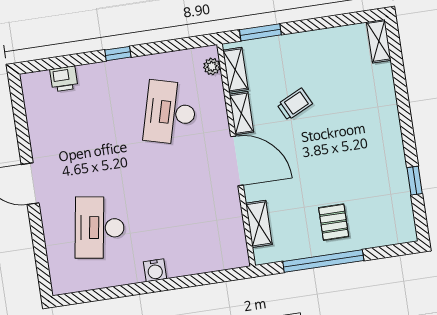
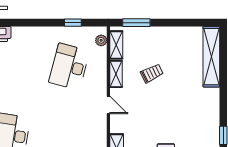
shelving: (379, 41) -> (211, 57), width x2.20, depth x1.33
window: (118, 54) -> (73, 23), moved
door: (237, 161) -> (108, 105), width x0.53

